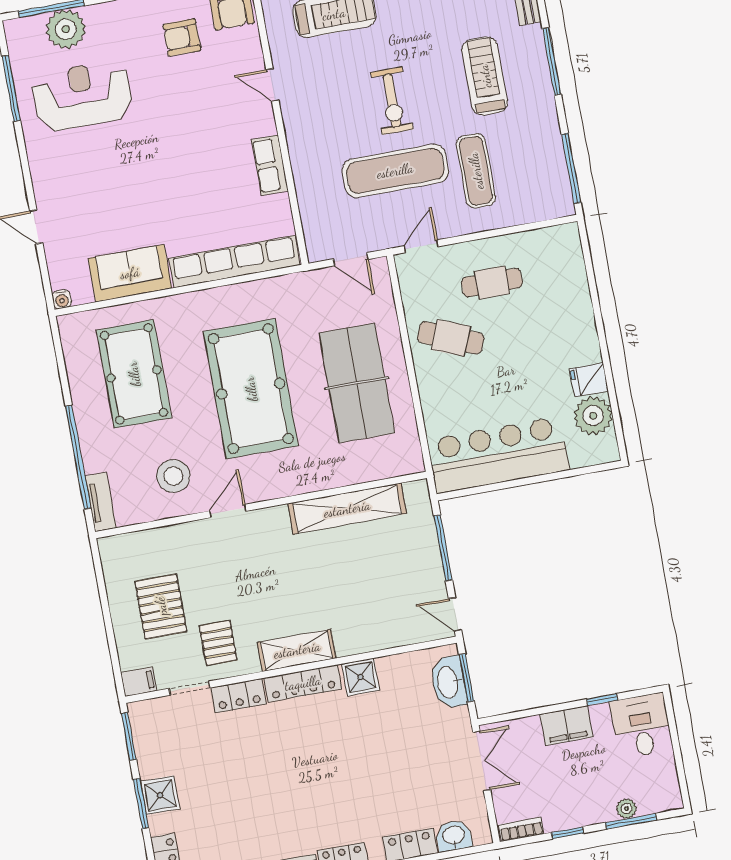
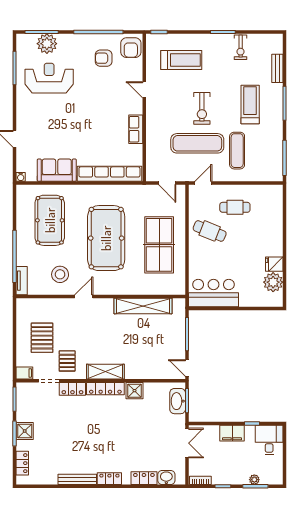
bar counter: (498, 455) -> (214, 293), width x0.73

